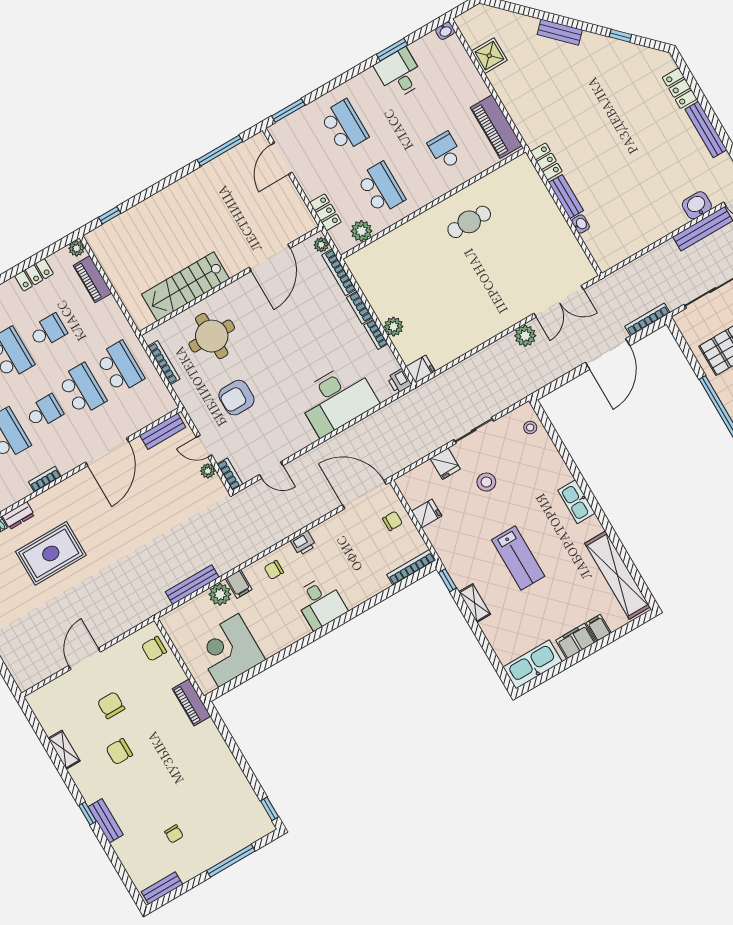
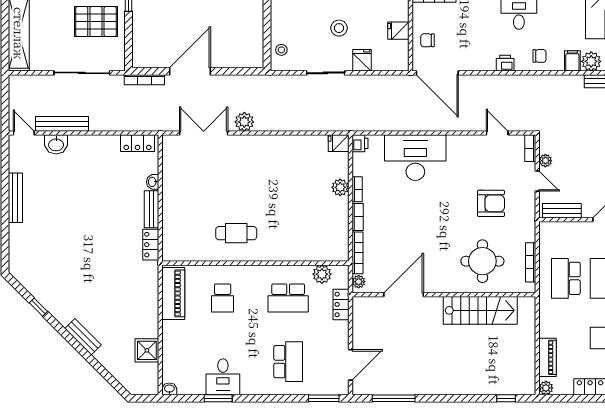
locker: (680, 88) -> (138, 143), moved, turned 90
school desk: (344, 126) -> (288, 362), turned 180
school desk: (381, 188) -> (288, 298), turned -90

